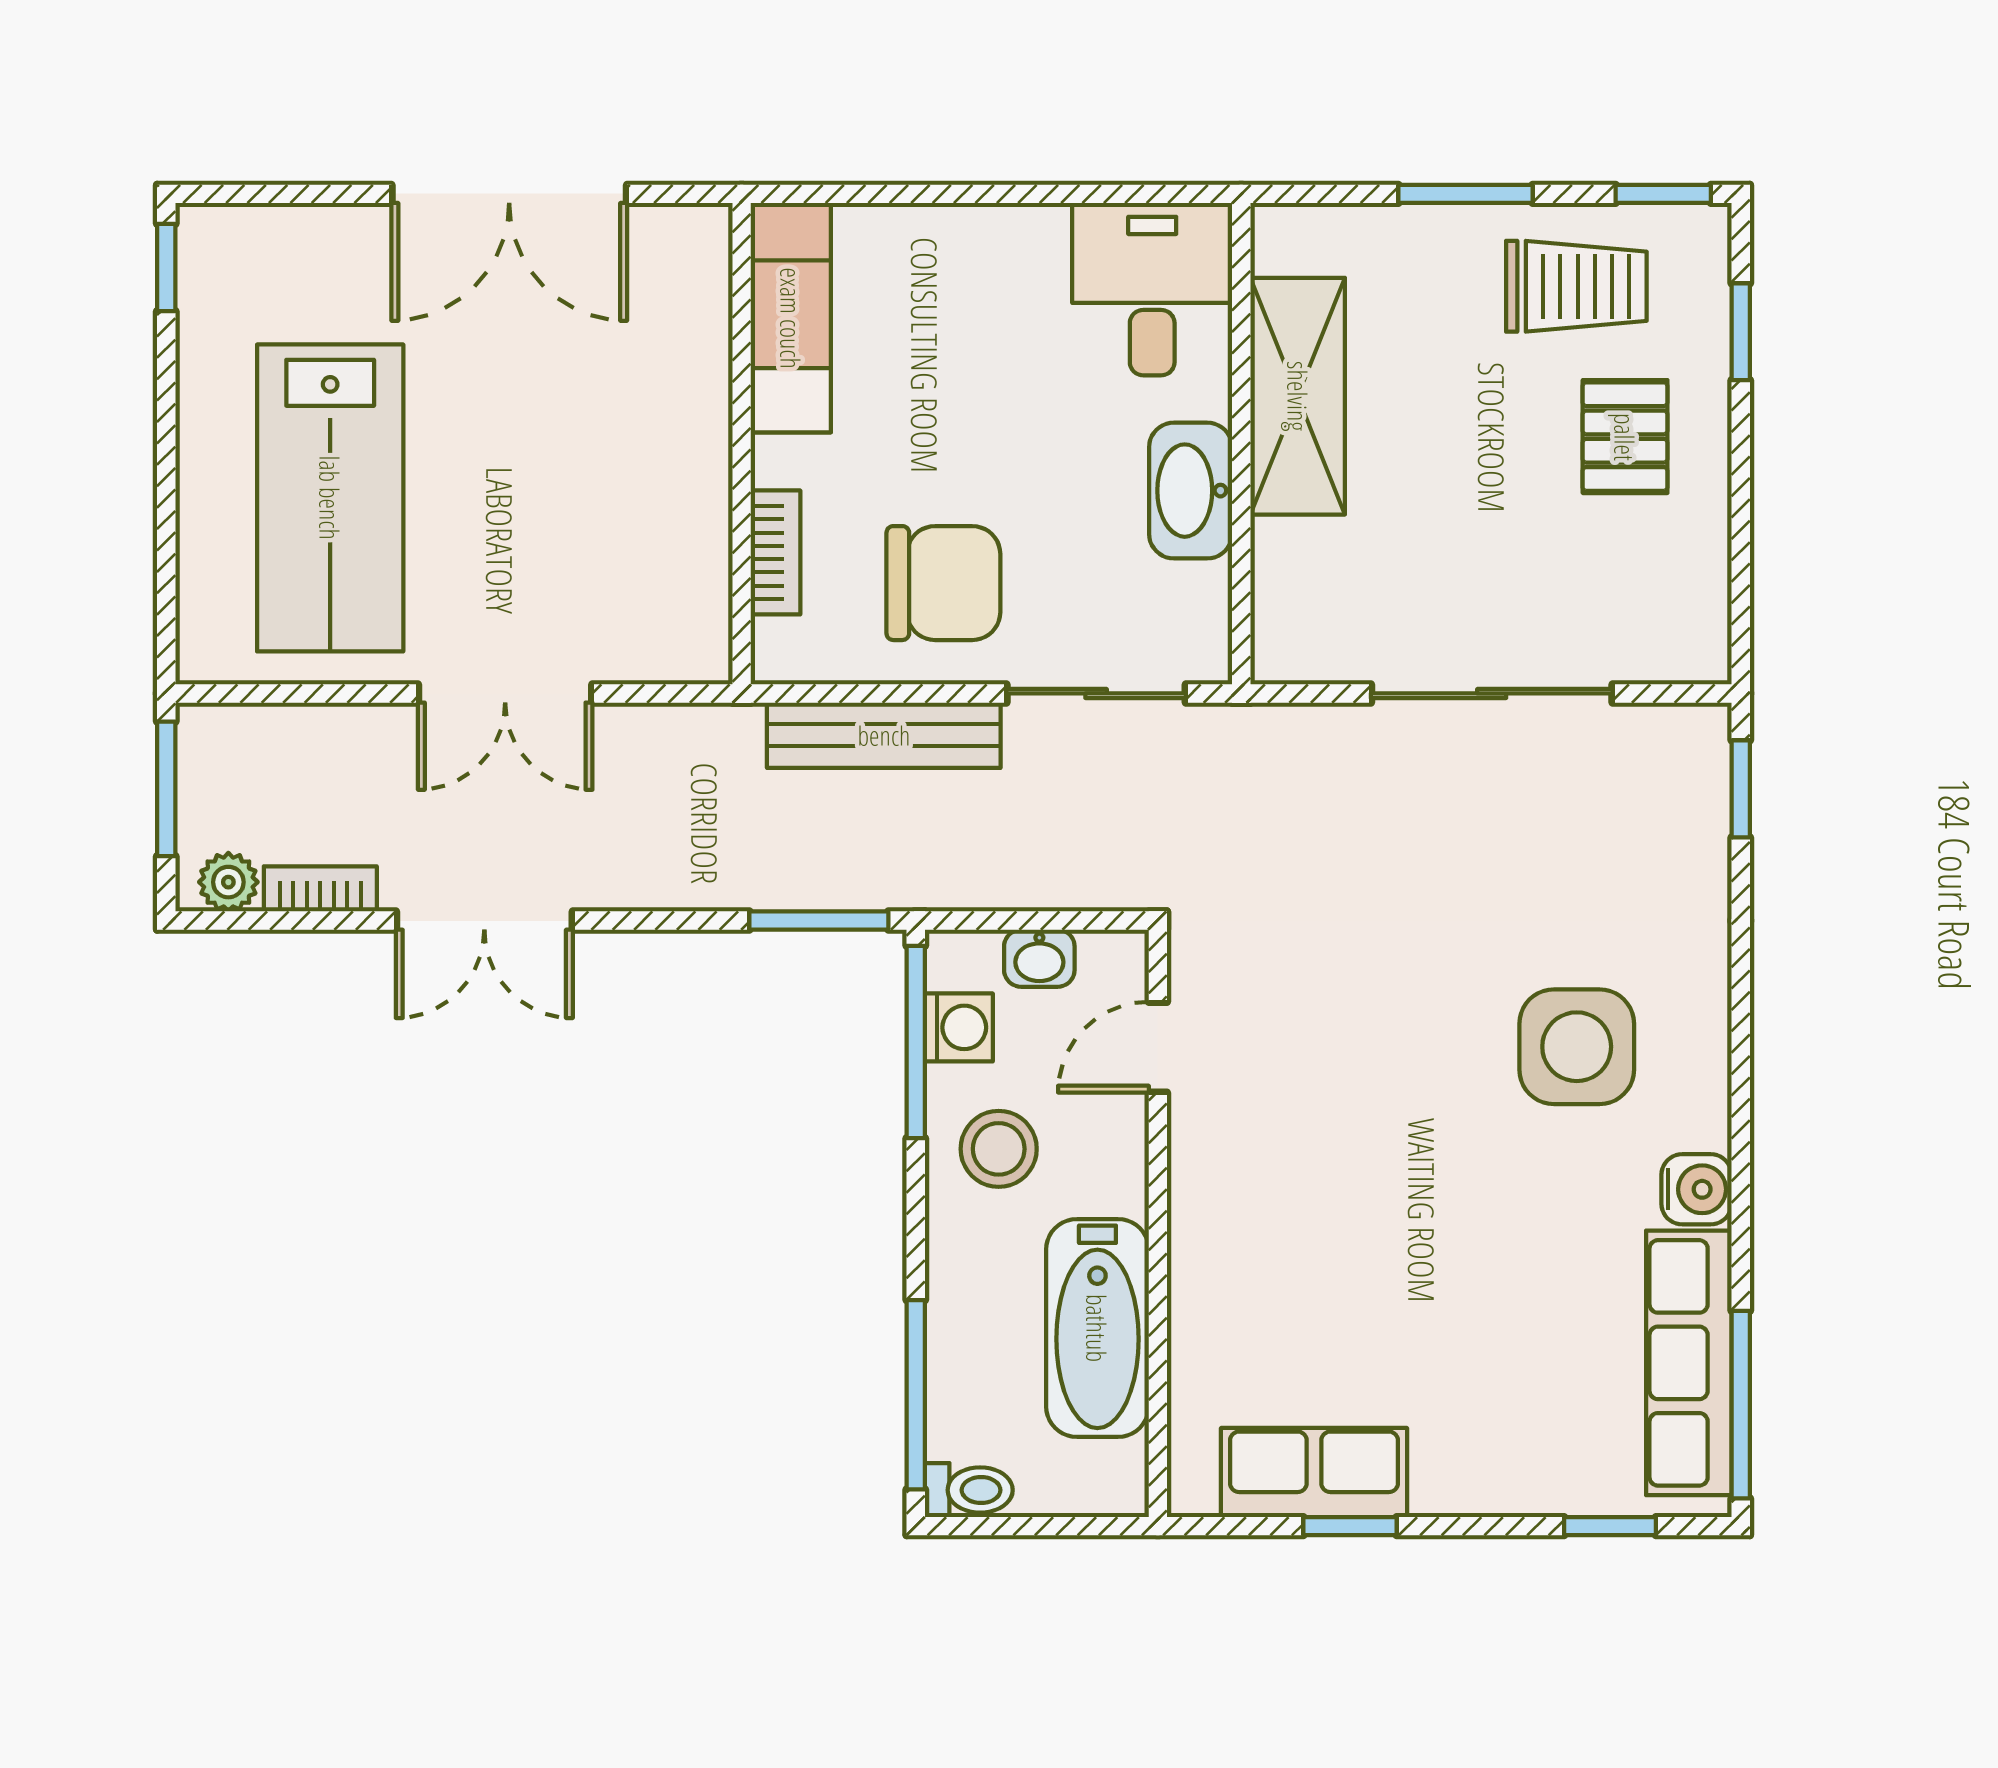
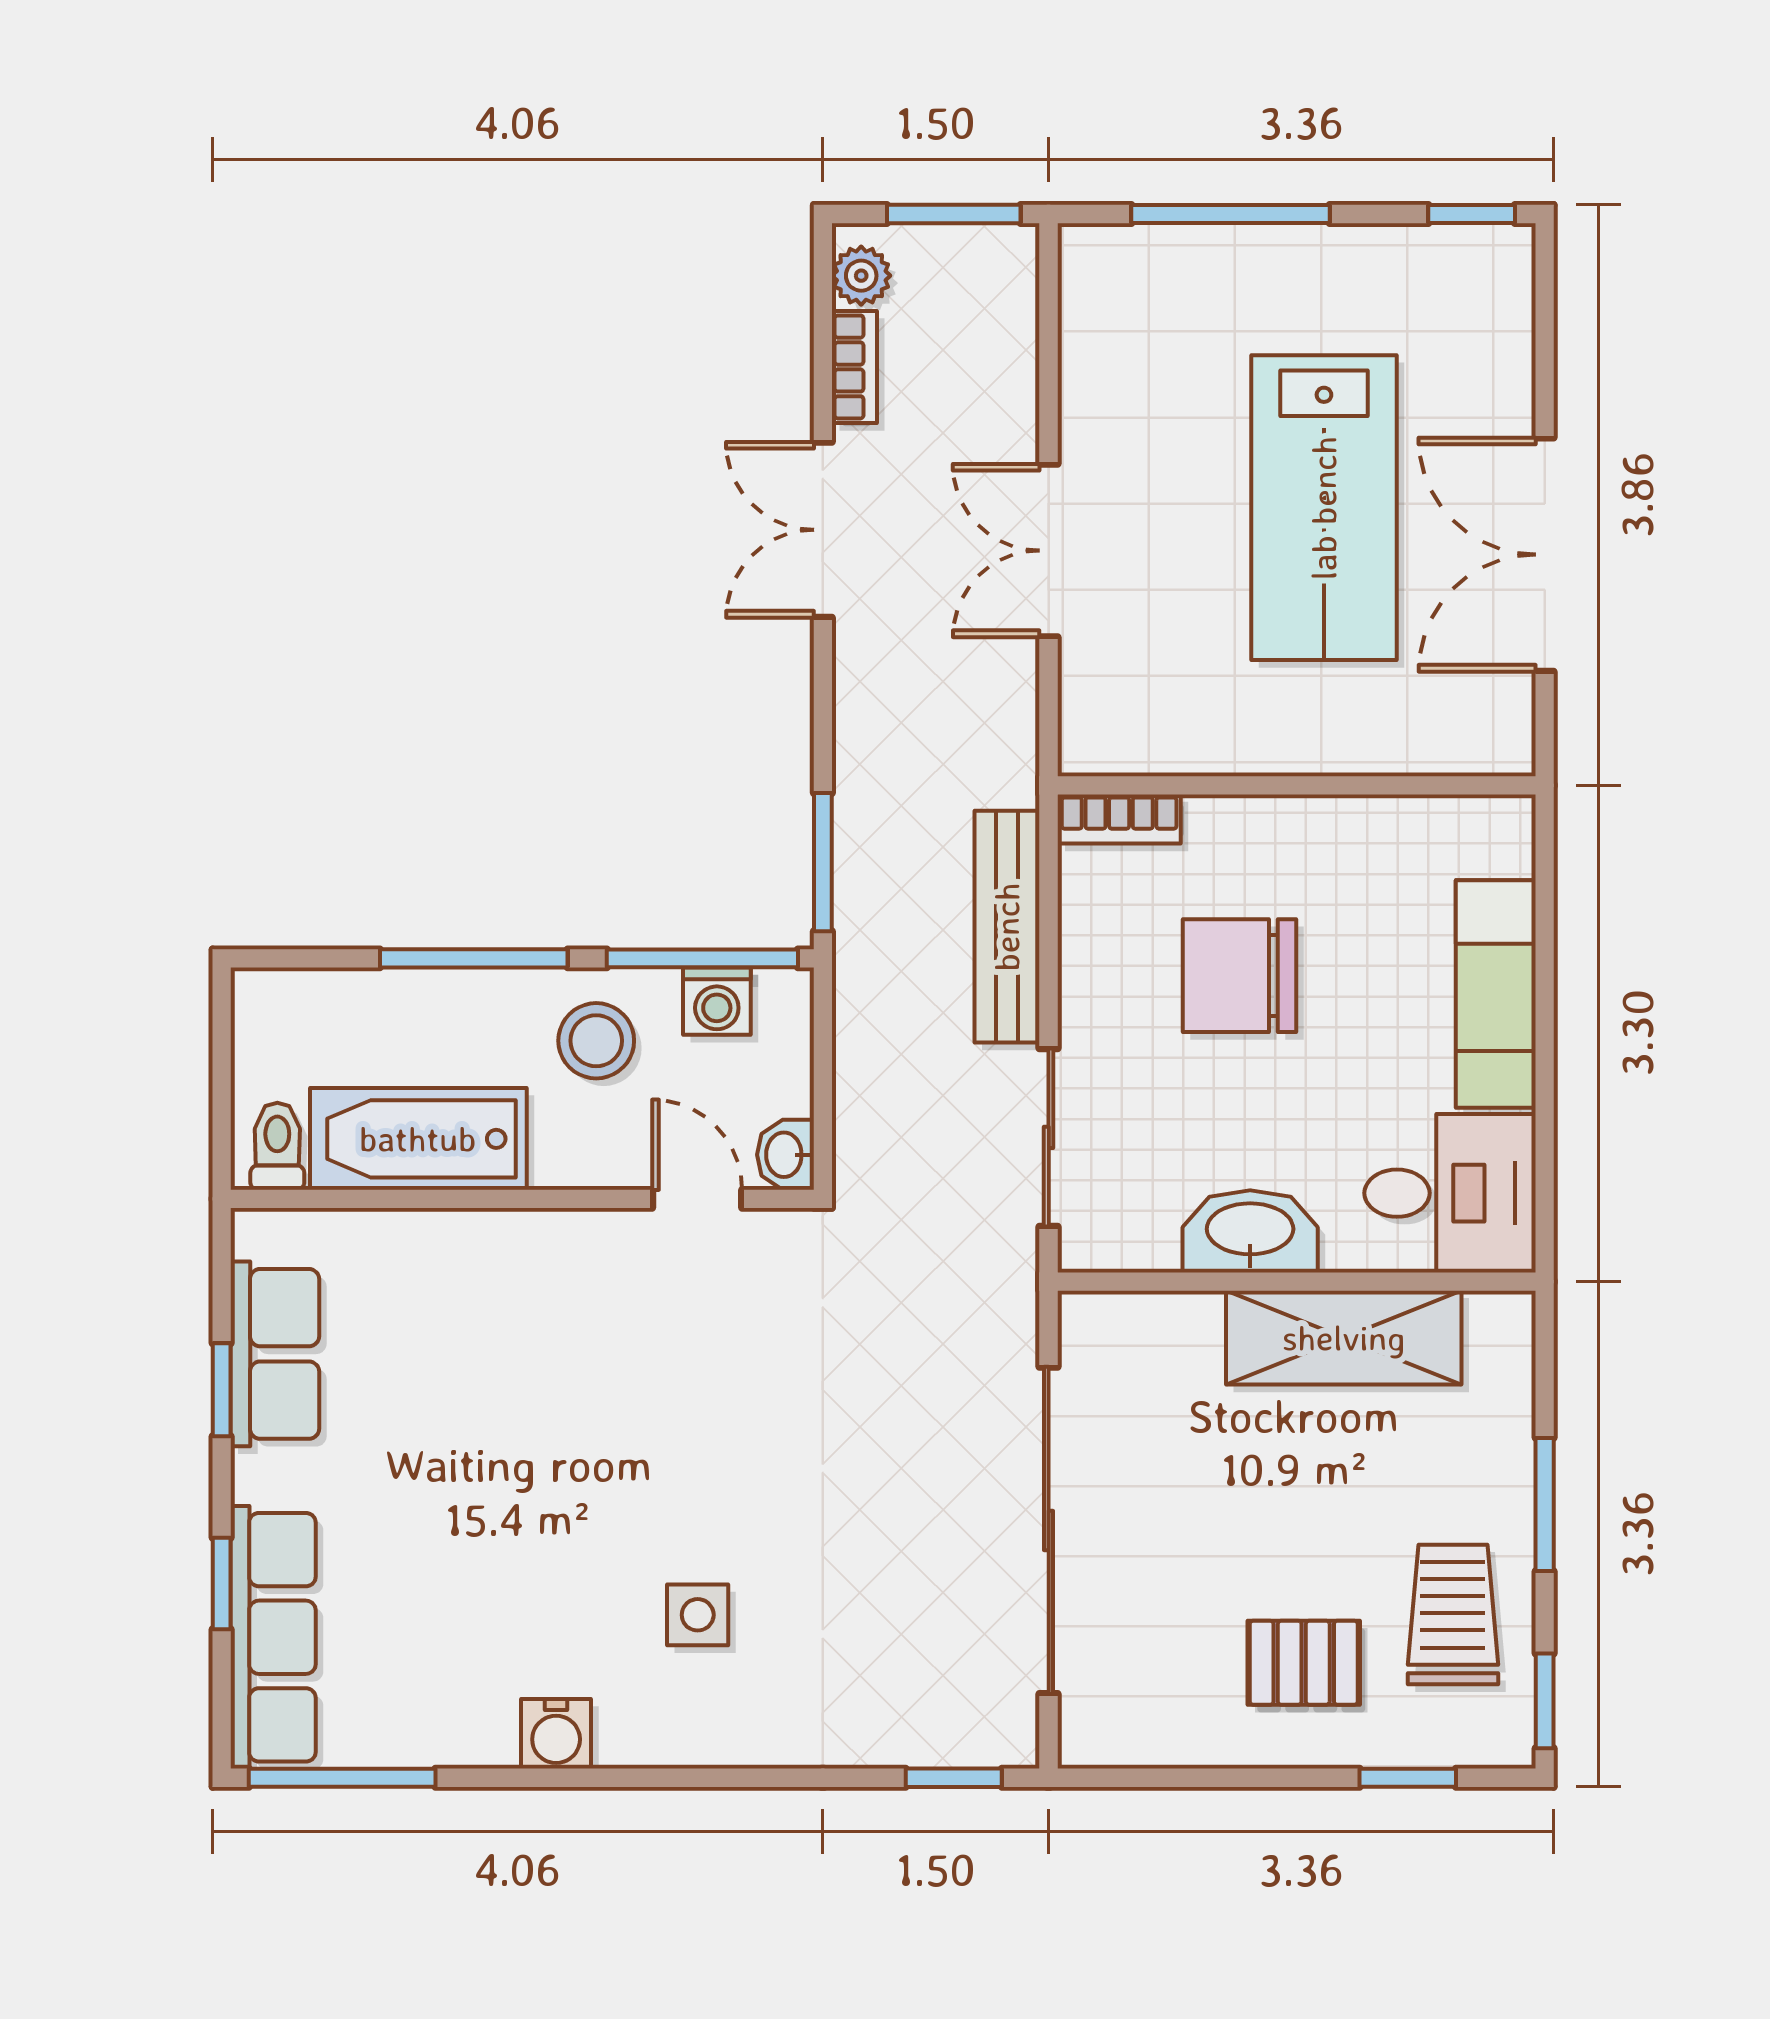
trolley: (1576, 286) -> (1453, 1614), turned 180
exam couch: (791, 318) -> (1496, 994), moved, turned 90
lab bench: (330, 498) -> (1324, 508), moved, turned -90
window: (166, 510) -> (1231, 214), added
bookcase: (775, 552) -> (1119, 819), moved
chair: (943, 583) -> (1239, 976), moved, turned 90
sliding door: (1492, 693) -> (1049, 1530), width x1.36
washbasin: (1039, 958) -> (786, 1155), moved
side table: (1577, 1047) -> (698, 1615), width x0.54, depth x0.54
row of seats: (1689, 1363) -> (273, 1637), moved, turned 90
window: (916, 1395) -> (474, 958), moved
toilet: (969, 1490) -> (277, 1146), moved, turned 180
window: (1610, 1526) -> (222, 1583), moved

